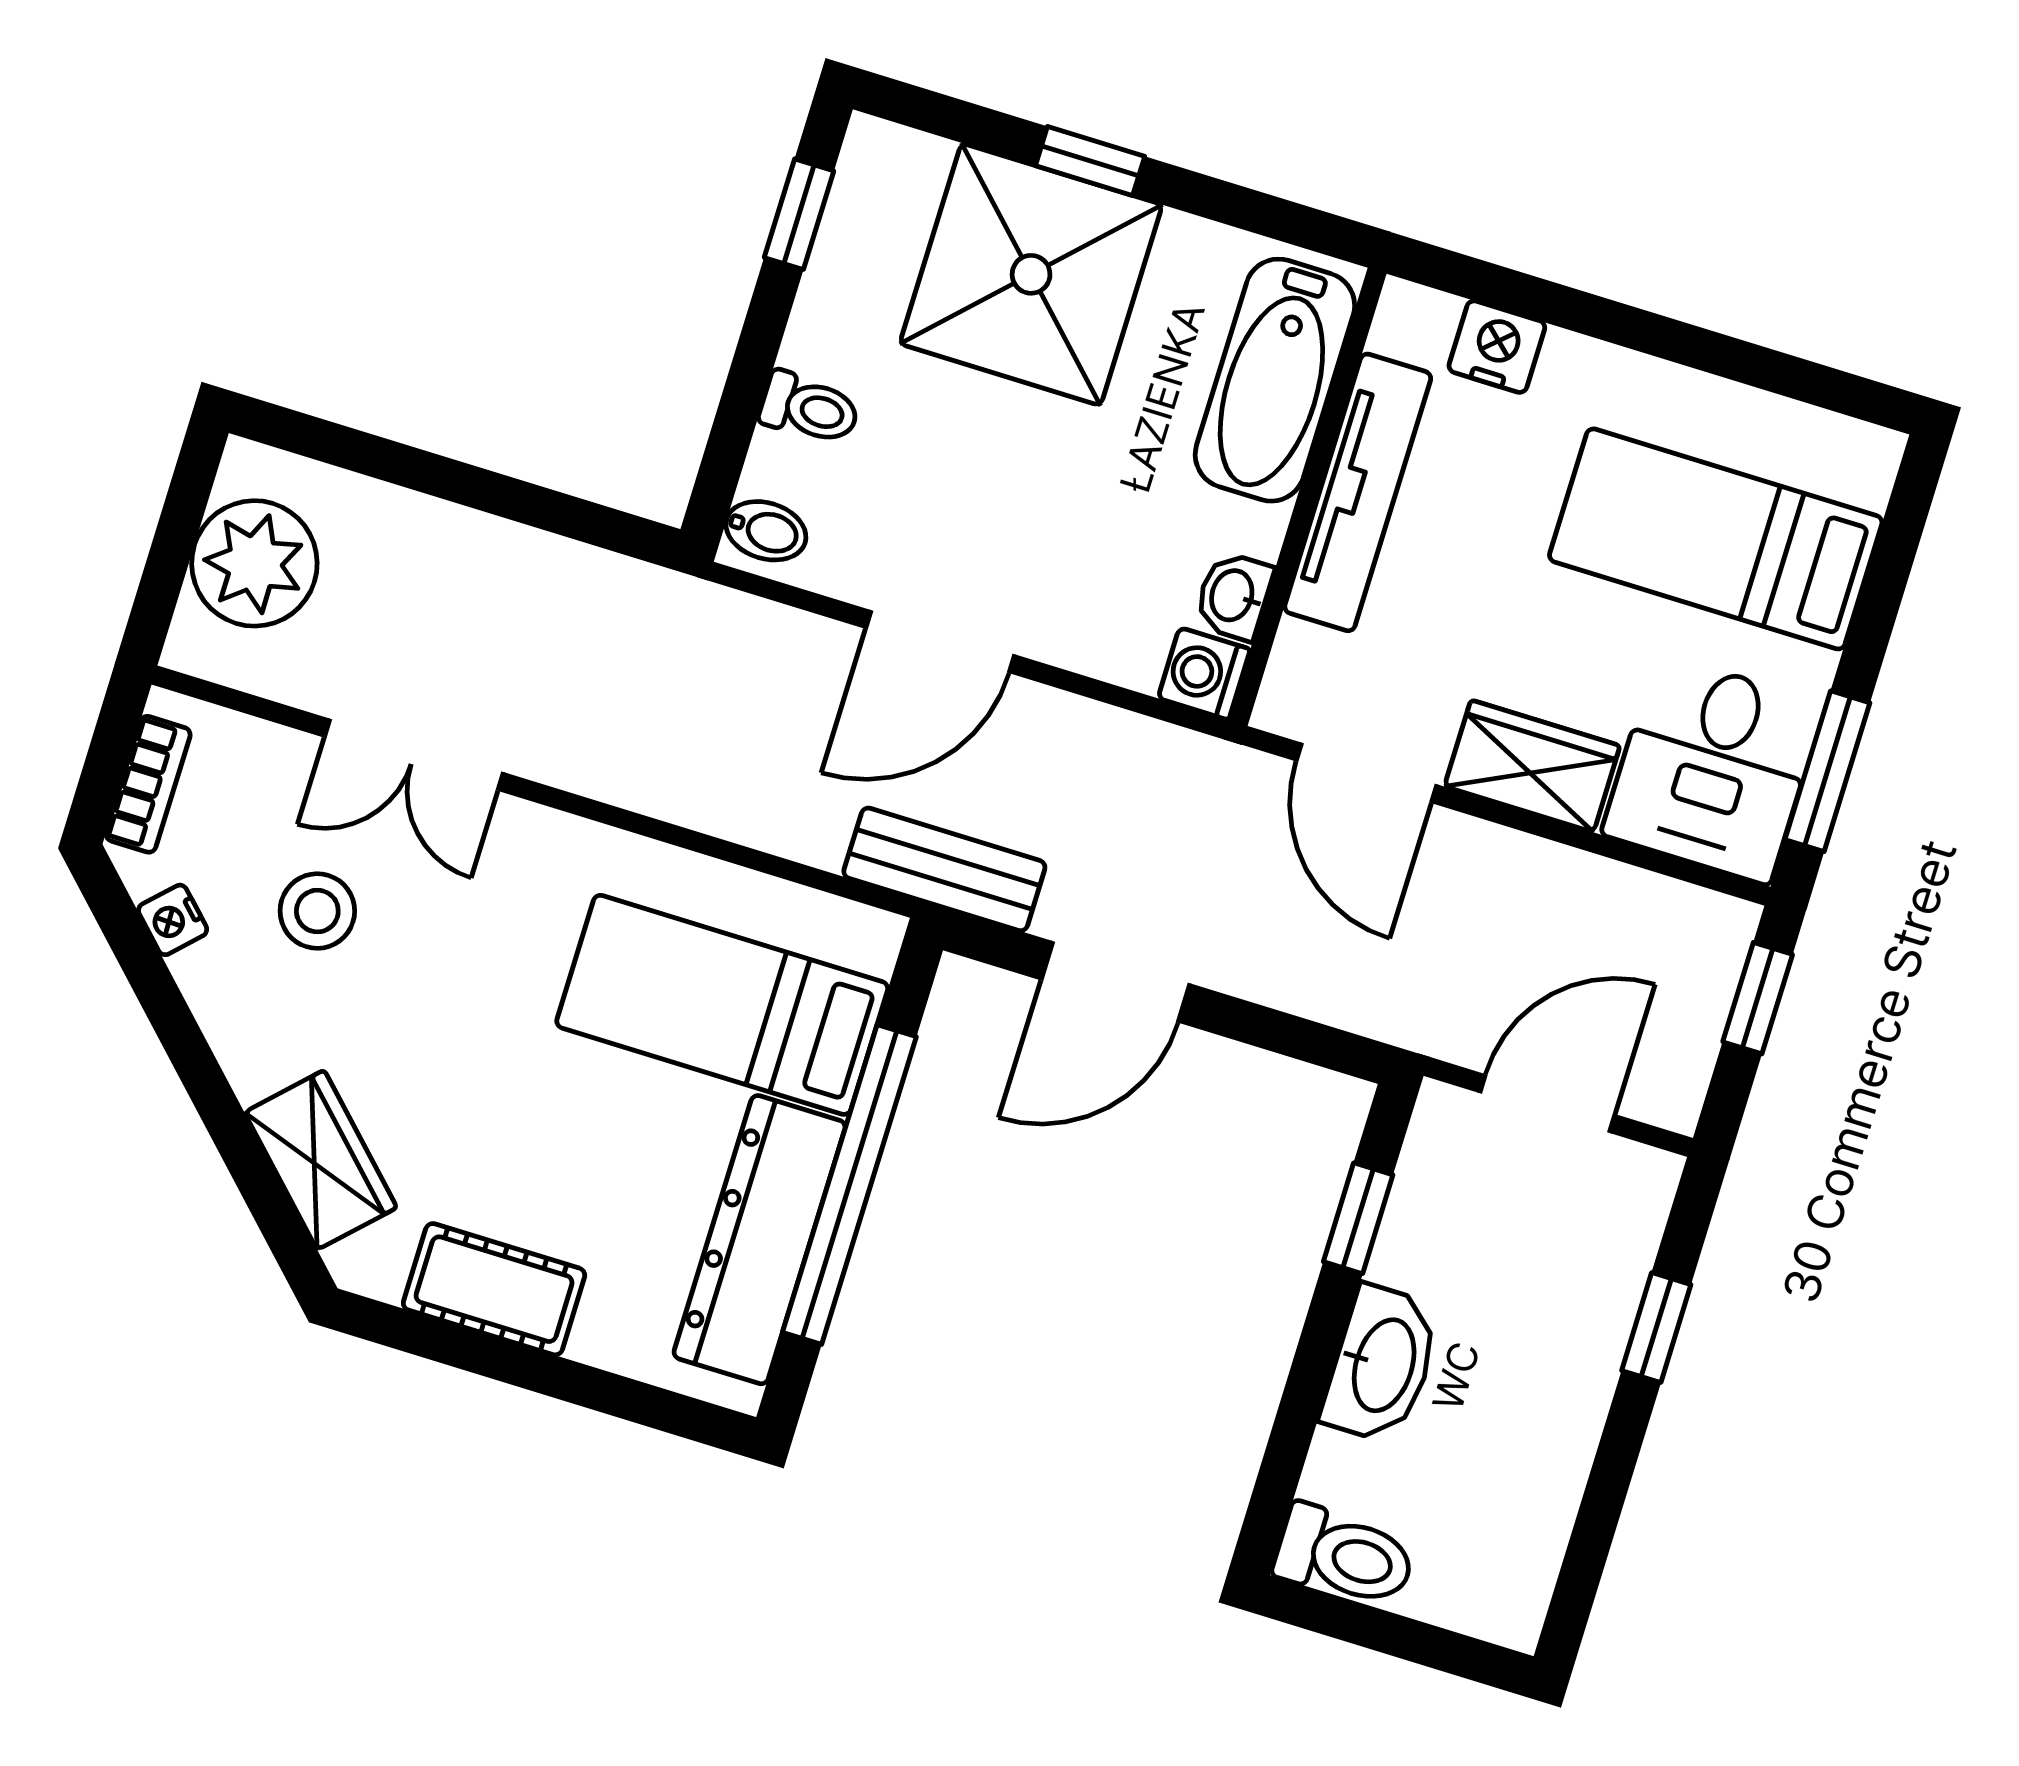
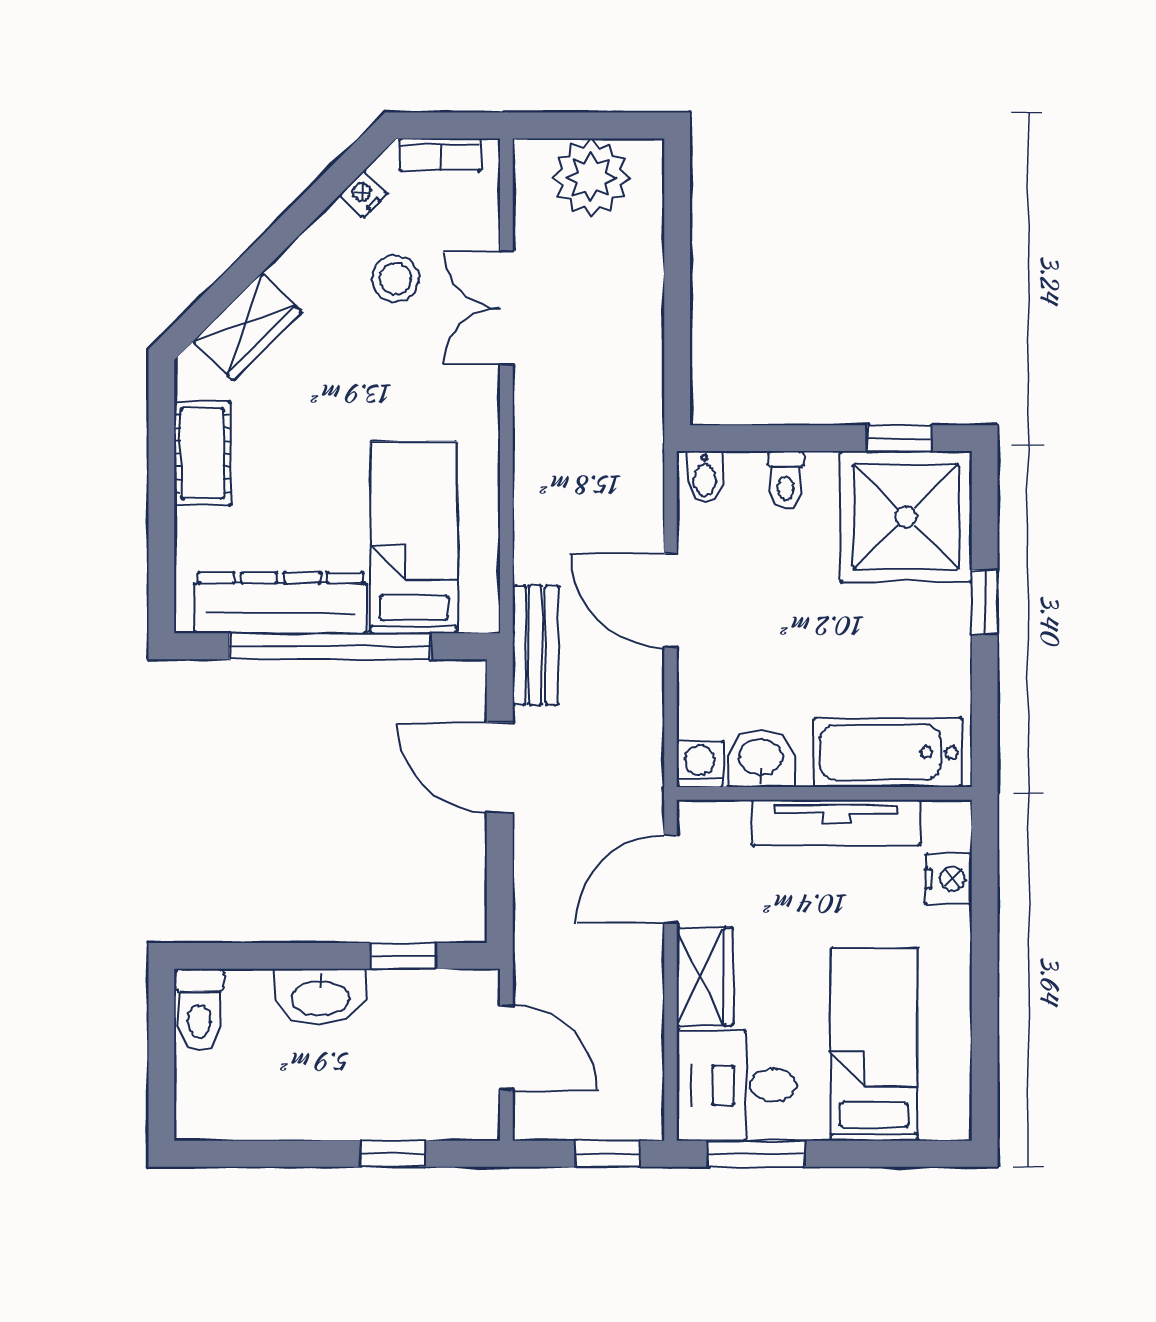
shower: (1031, 274) -> (906, 517), moved
washbasin: (1234, 596) -> (761, 759), width x1.38, depth x1.45

